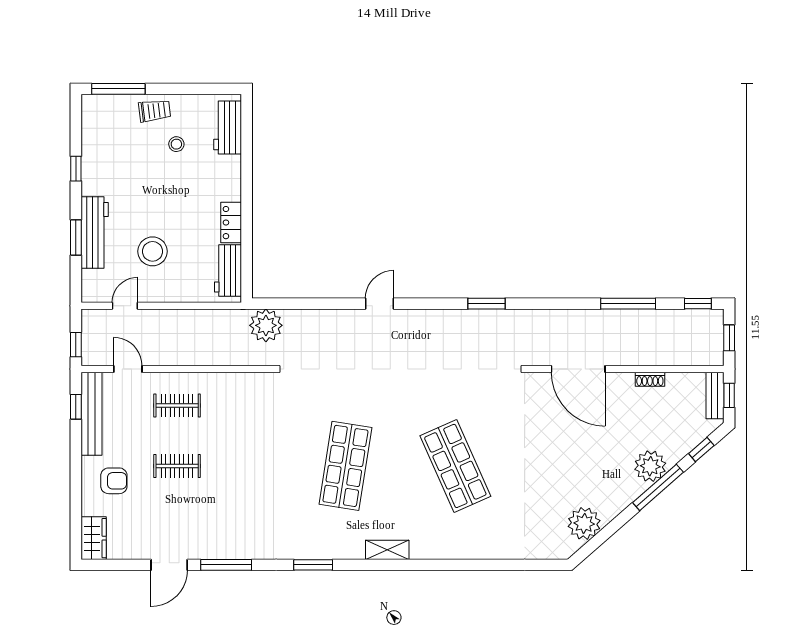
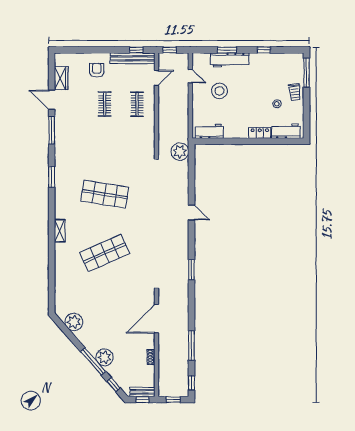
locker: (231, 223) -> (260, 133), moved
armchair: (114, 481) -> (97, 70), turned 180
wardrobe: (94, 538) -> (61, 78), moved, turned -90
shelving: (387, 550) -> (60, 231), moved

